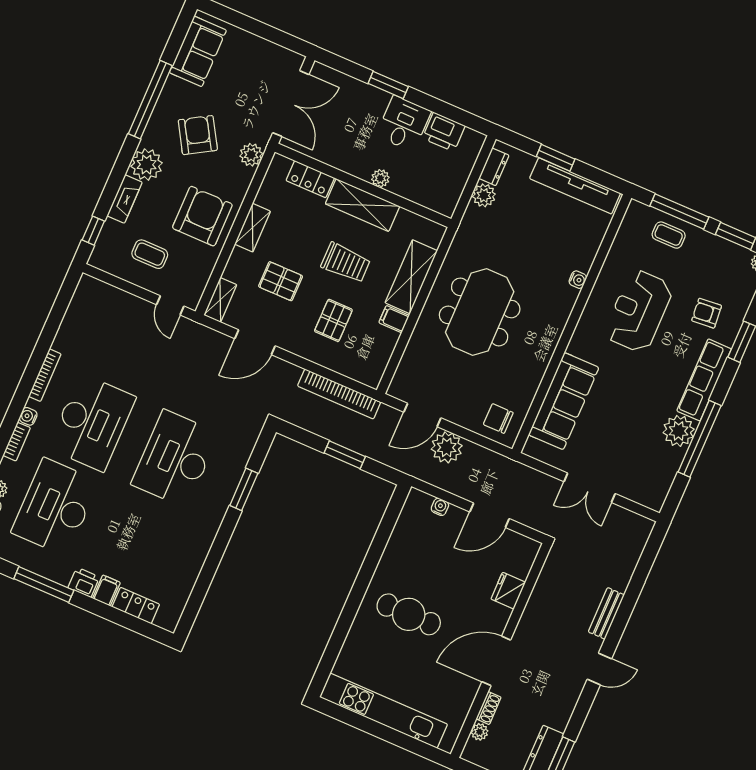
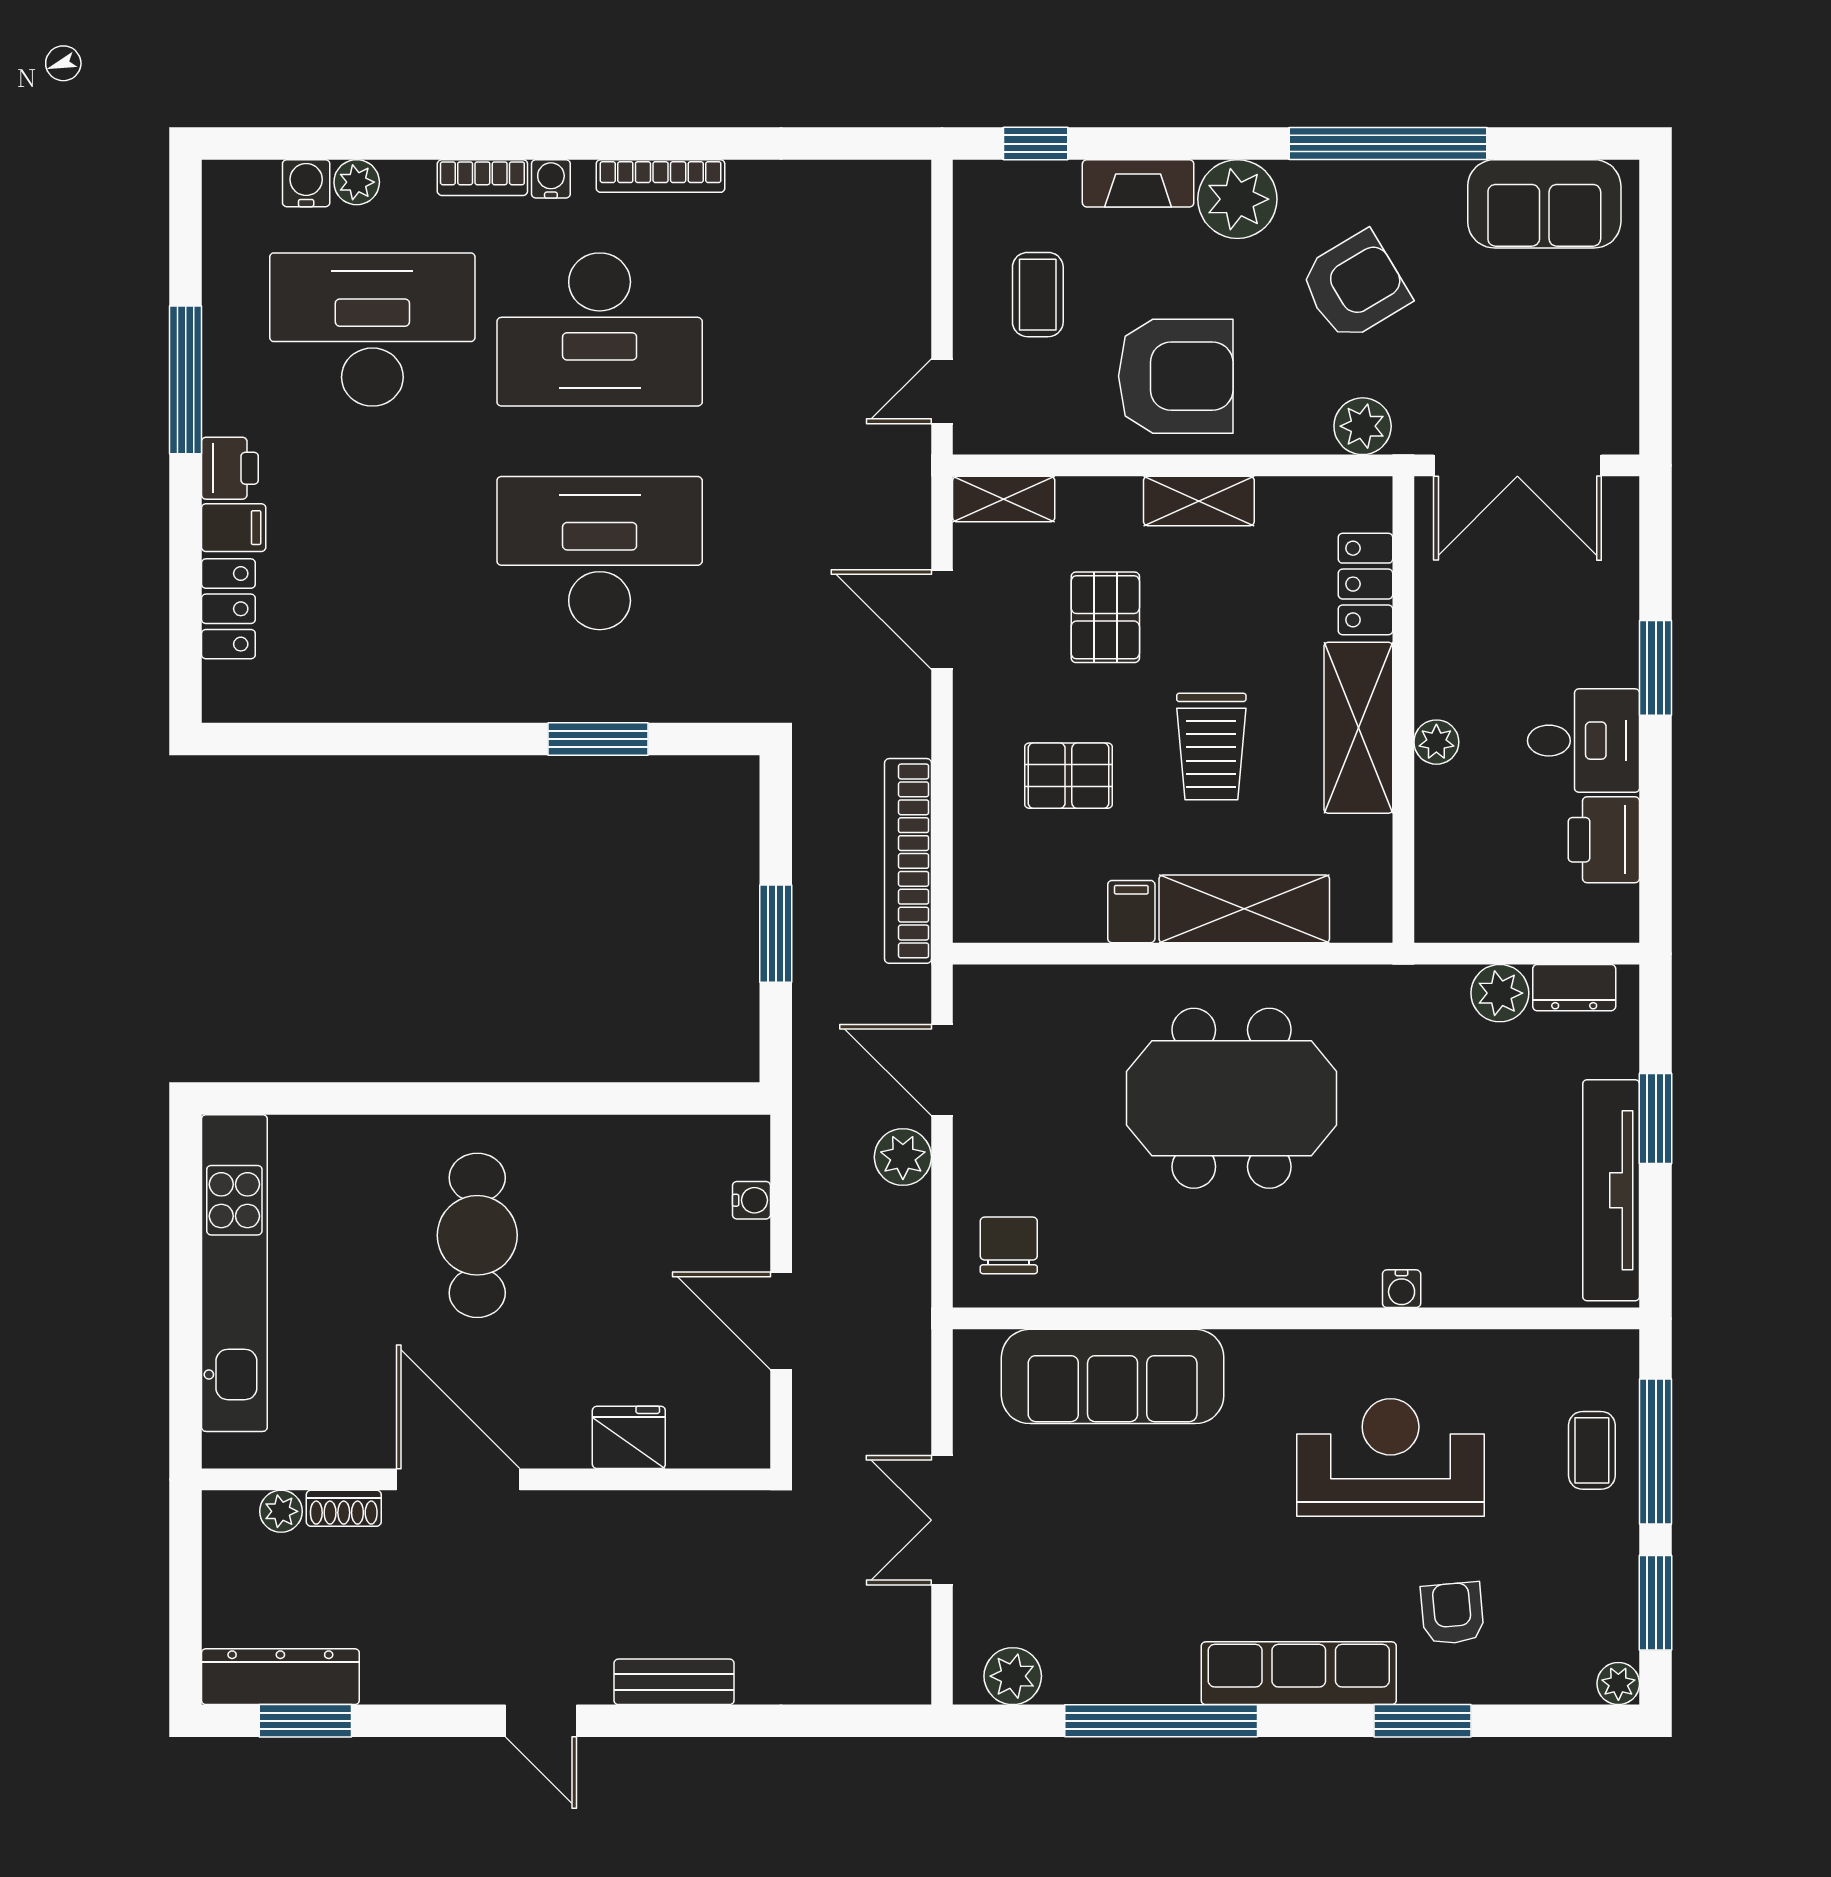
plant: (679, 431) -> (1013, 1676), moved, width x0.73, depth x0.73
plant: (447, 447) -> (903, 1157), width x0.73, depth x0.73

